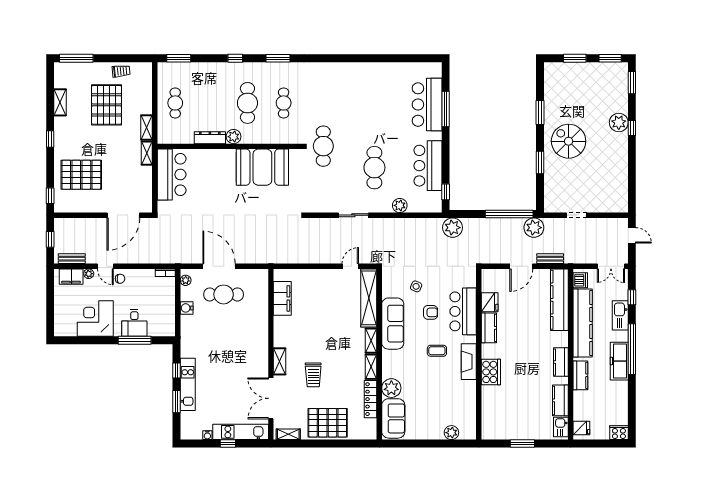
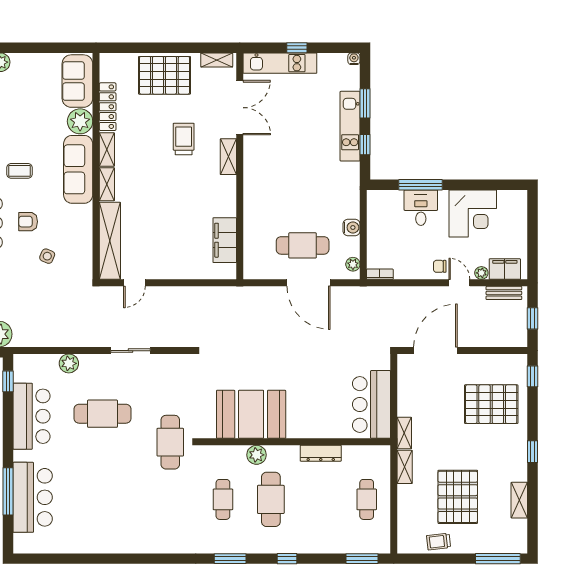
plant: (234, 137) -> (257, 455), moved
cafe table: (374, 168) -> (103, 414), turned 90
sofa: (393, 324) -> (78, 169), moved
water cooler: (207, 435) -> (354, 59), moved

